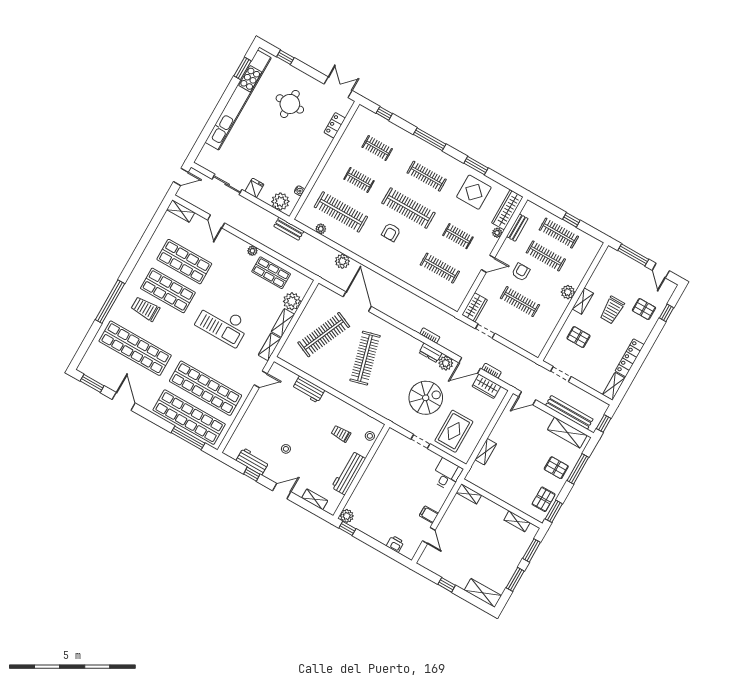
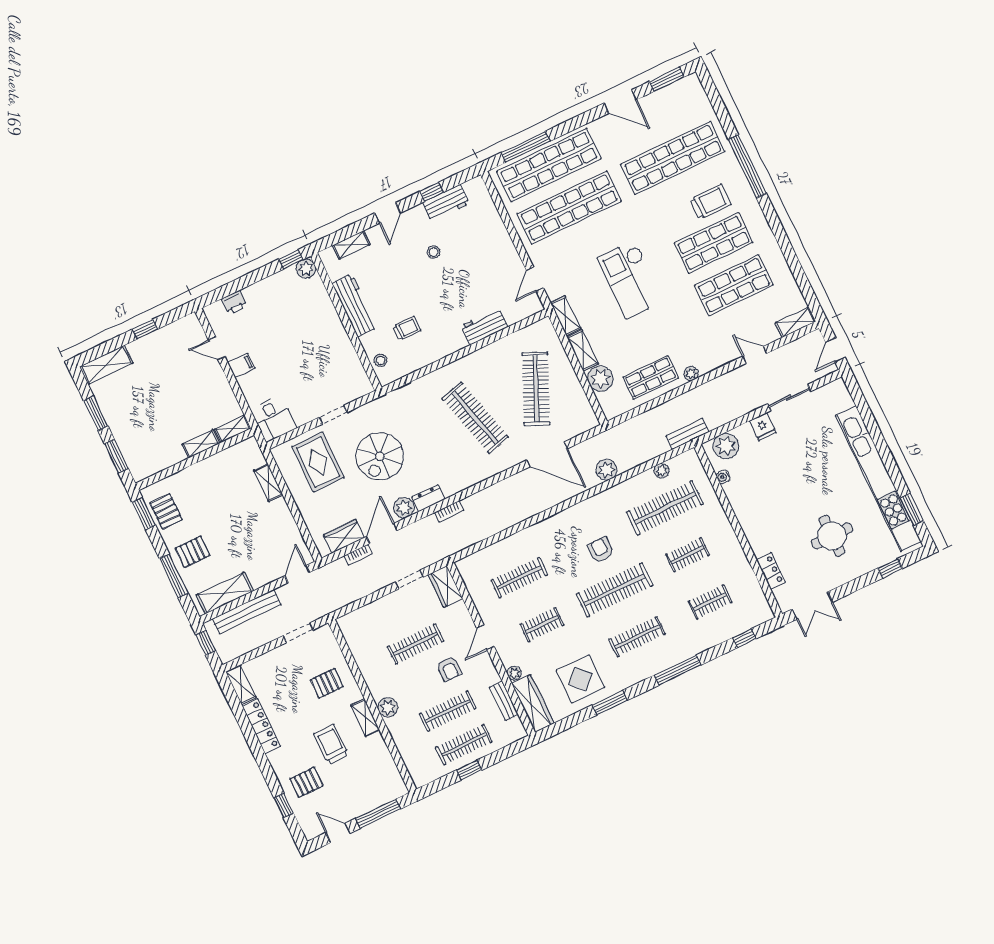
checkout: (222, 324) -> (631, 279), turned -90
shelving: (517, 521) -> (201, 444), moved

